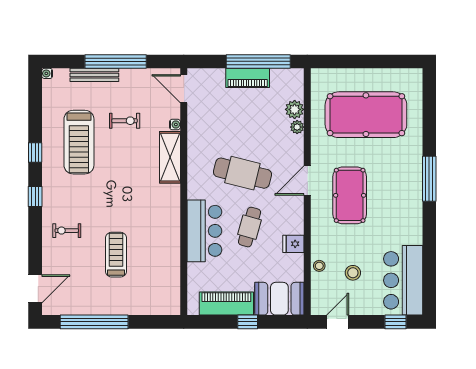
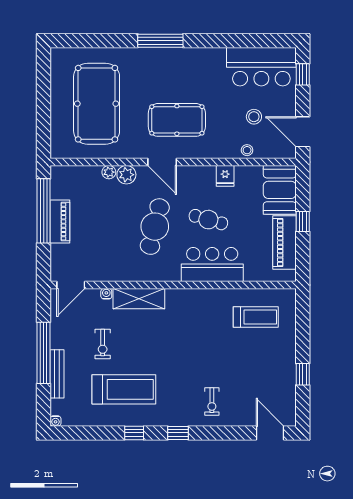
plant: (295, 109) -> (126, 175), moved
exercise bike: (125, 121) -> (103, 344), turned 180
treadmill: (116, 255) -> (256, 317), moved, turned 180
window: (94, 322) -> (303, 374), width x0.32
door: (338, 322) -> (303, 132), width x1.38

